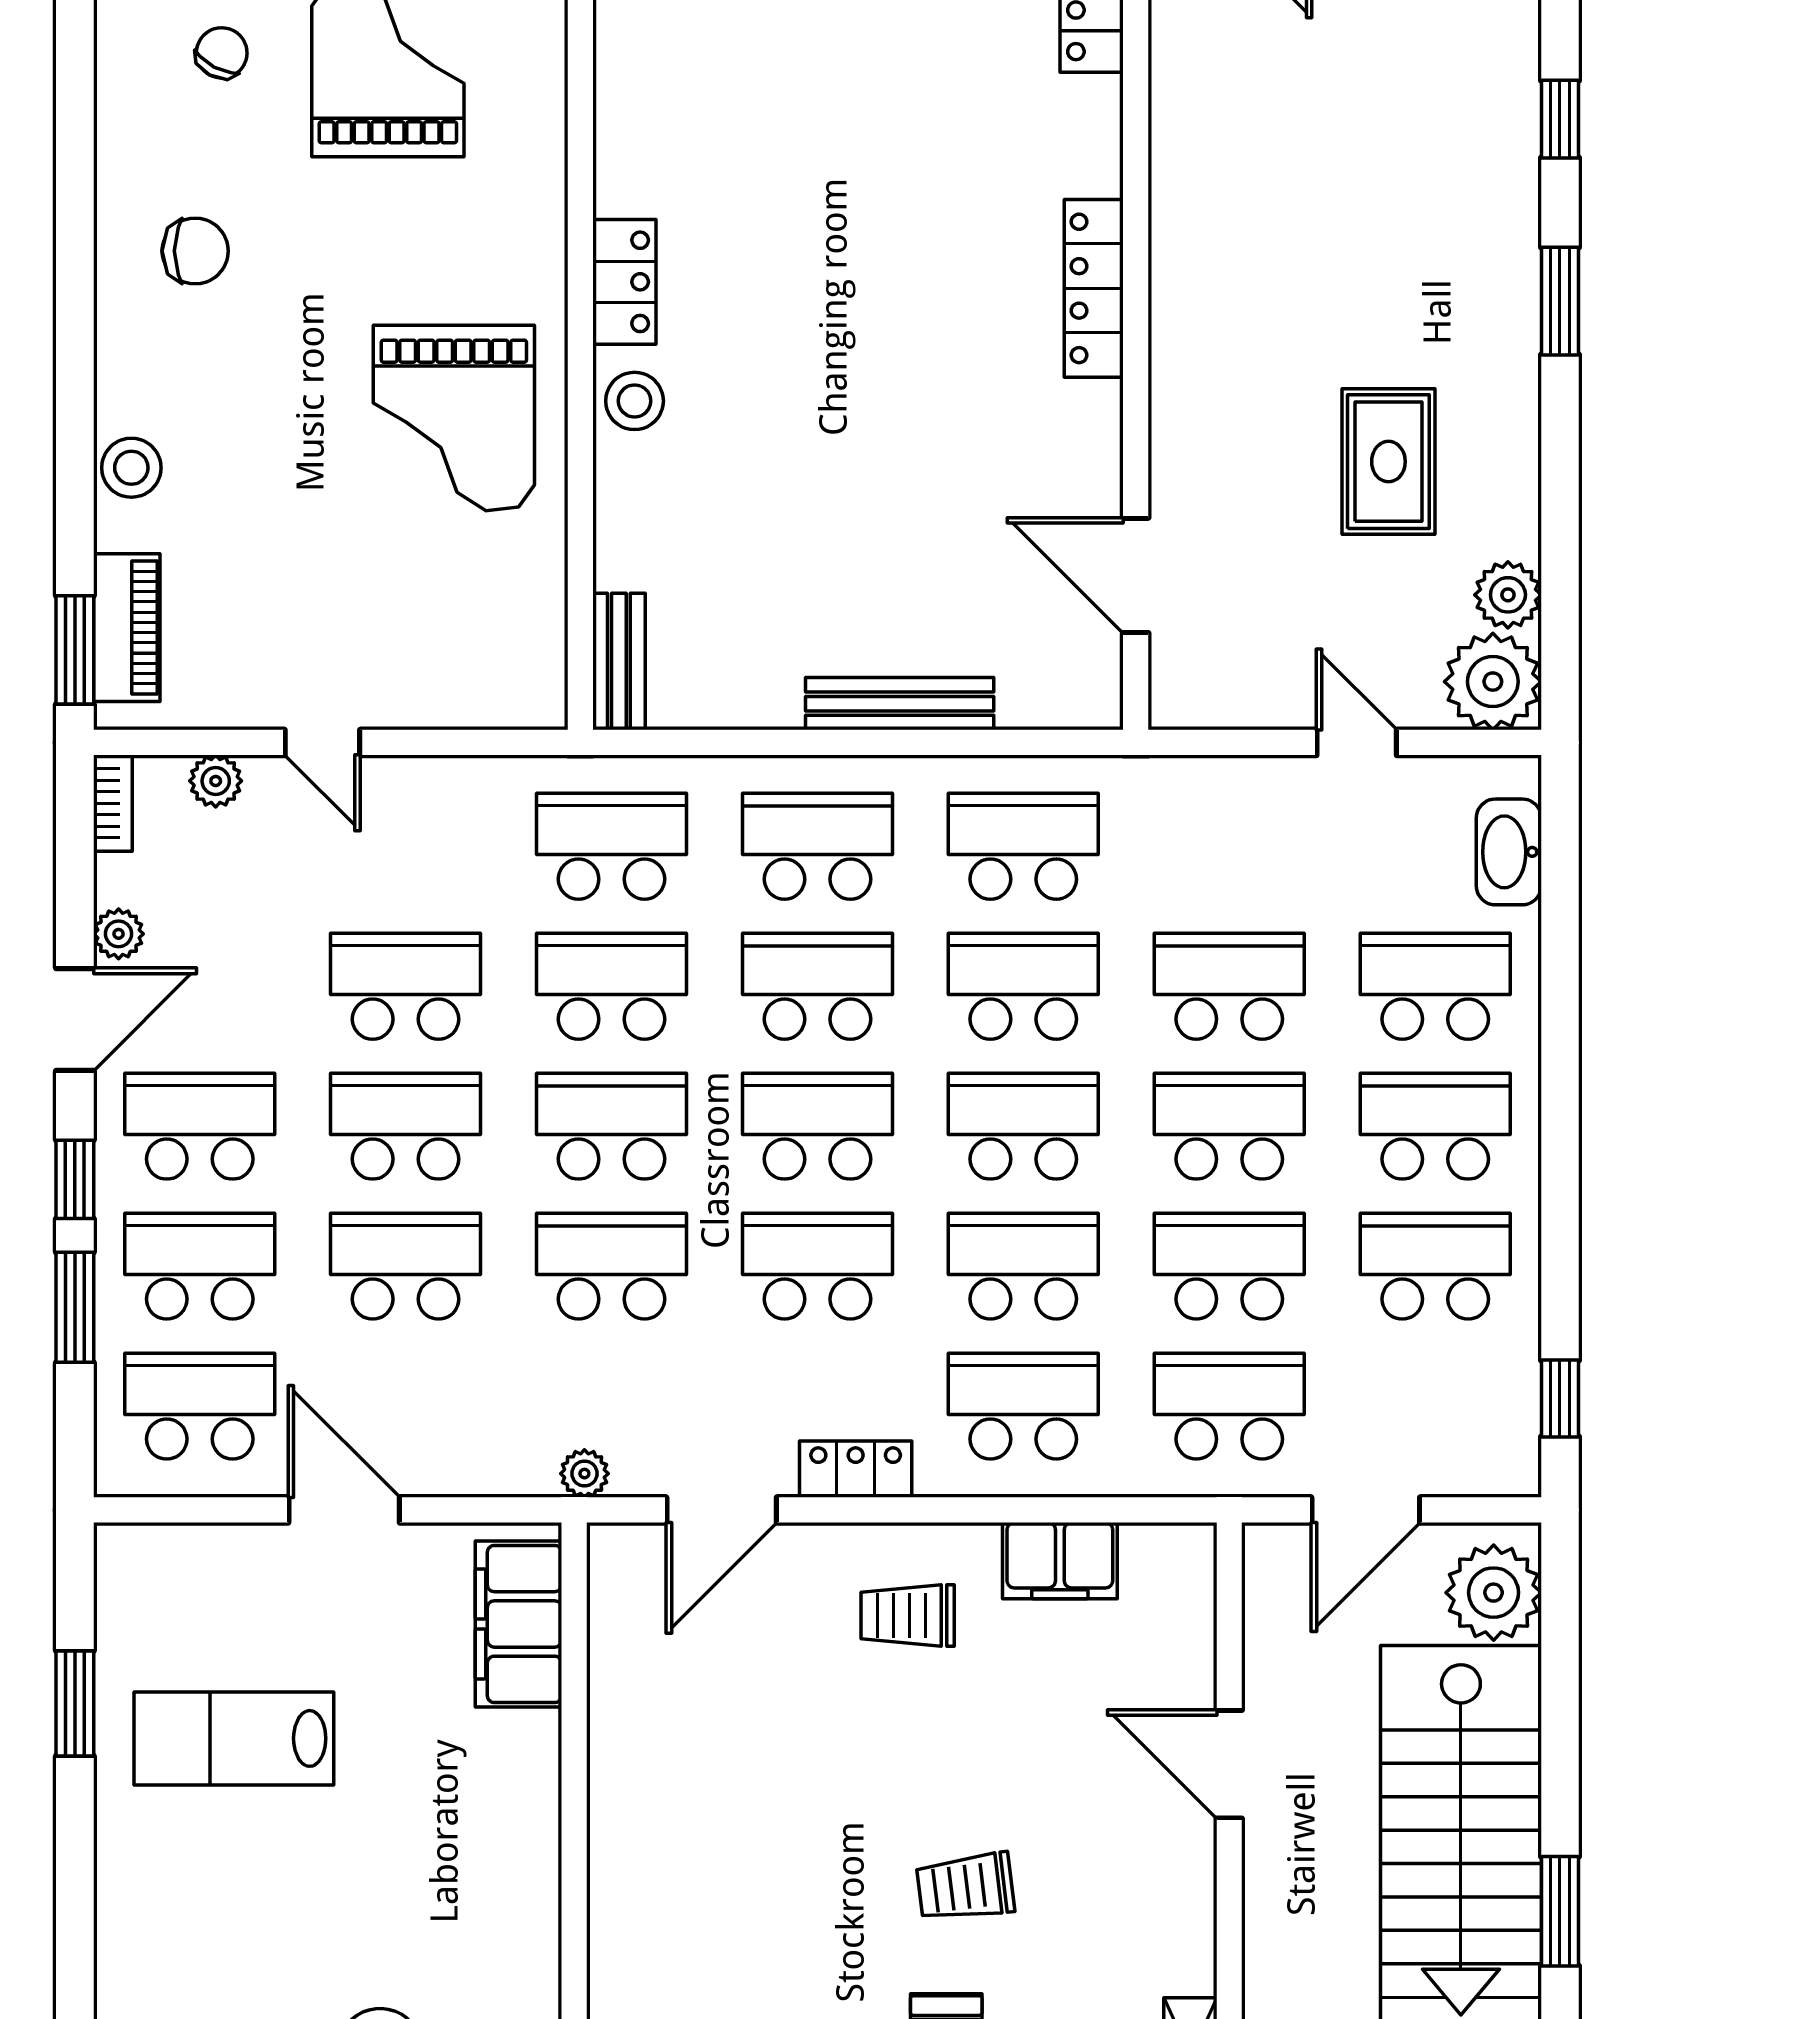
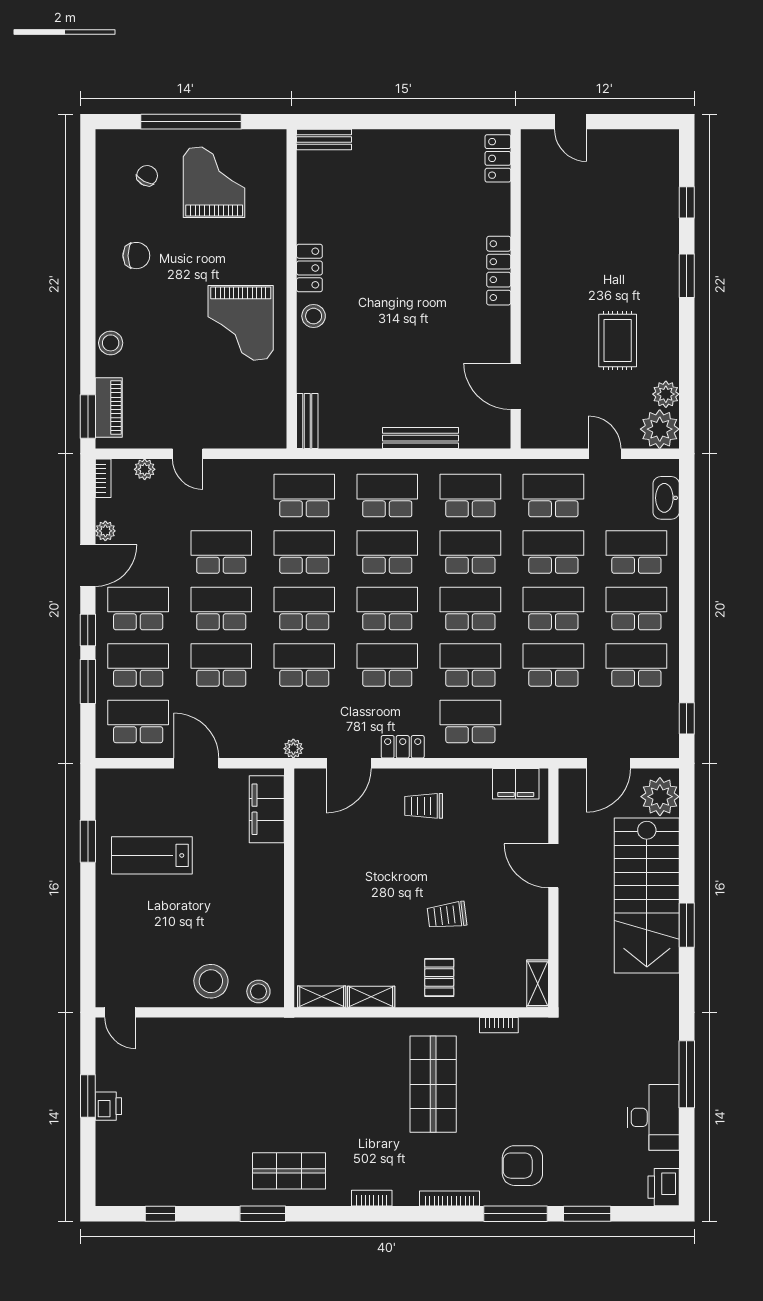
school desk: (1229, 1406) -> (553, 496), moved
filing cabinet: (1060, 1561) -> (516, 784), moved

